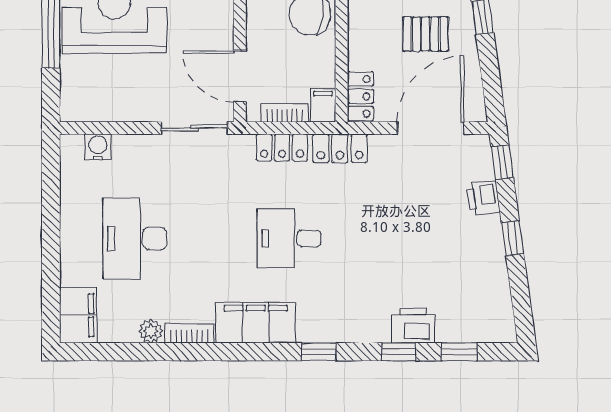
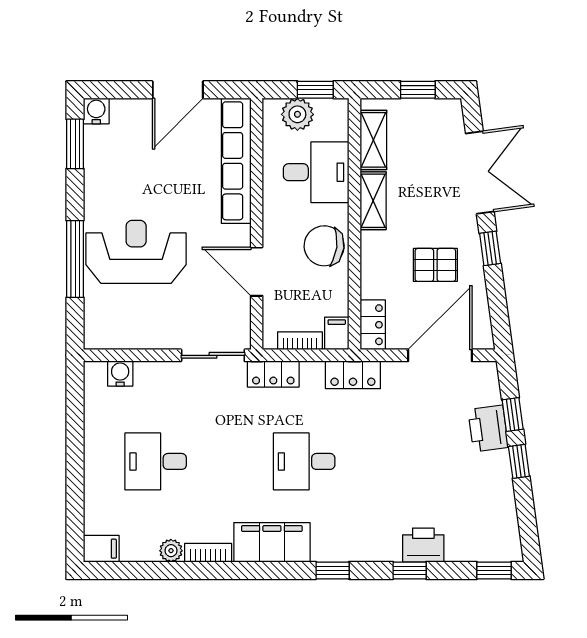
door: (240, 76) -> (257, 272), moved
locker: (282, 147) -> (273, 374), moved
window: (502, 162) -> (513, 414), moved
printer: (483, 198) -> (488, 428), width x1.36, depth x1.24
desk: (135, 238) -> (156, 461), width x0.73
filing cabinet: (78, 315) -> (101, 549), width x0.50
window: (459, 352) -> (494, 570), moved

